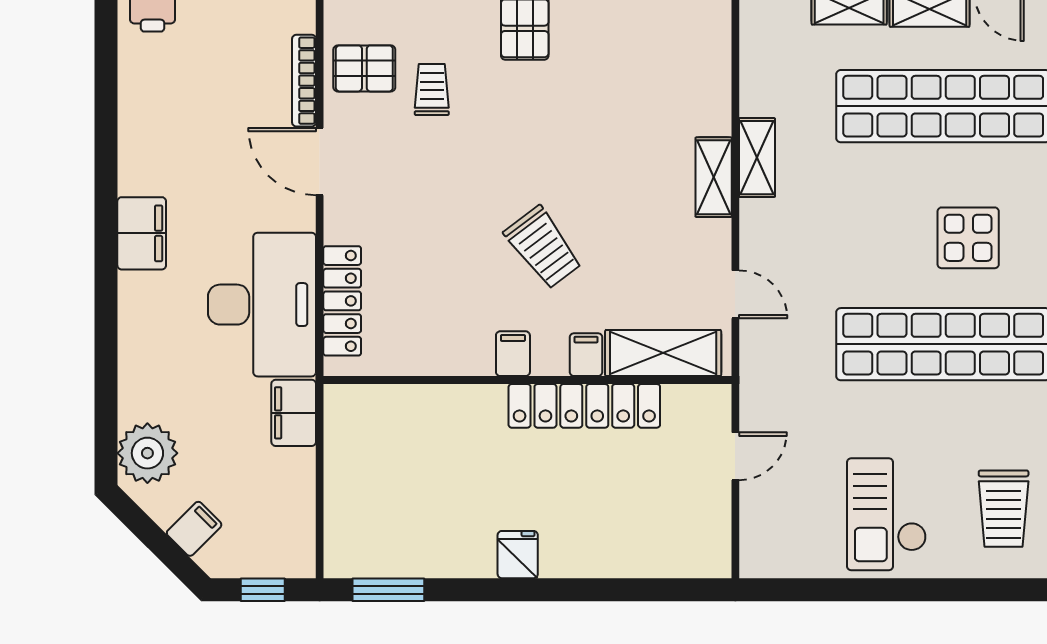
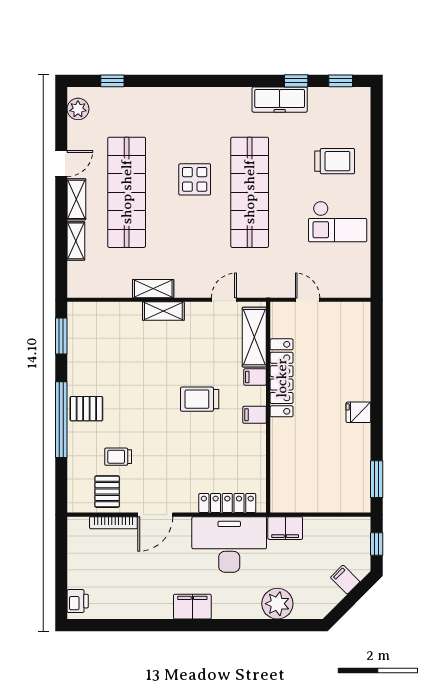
trolley: (543, 247) -> (200, 399), turned -143
plant: (147, 453) -> (277, 604), moved

